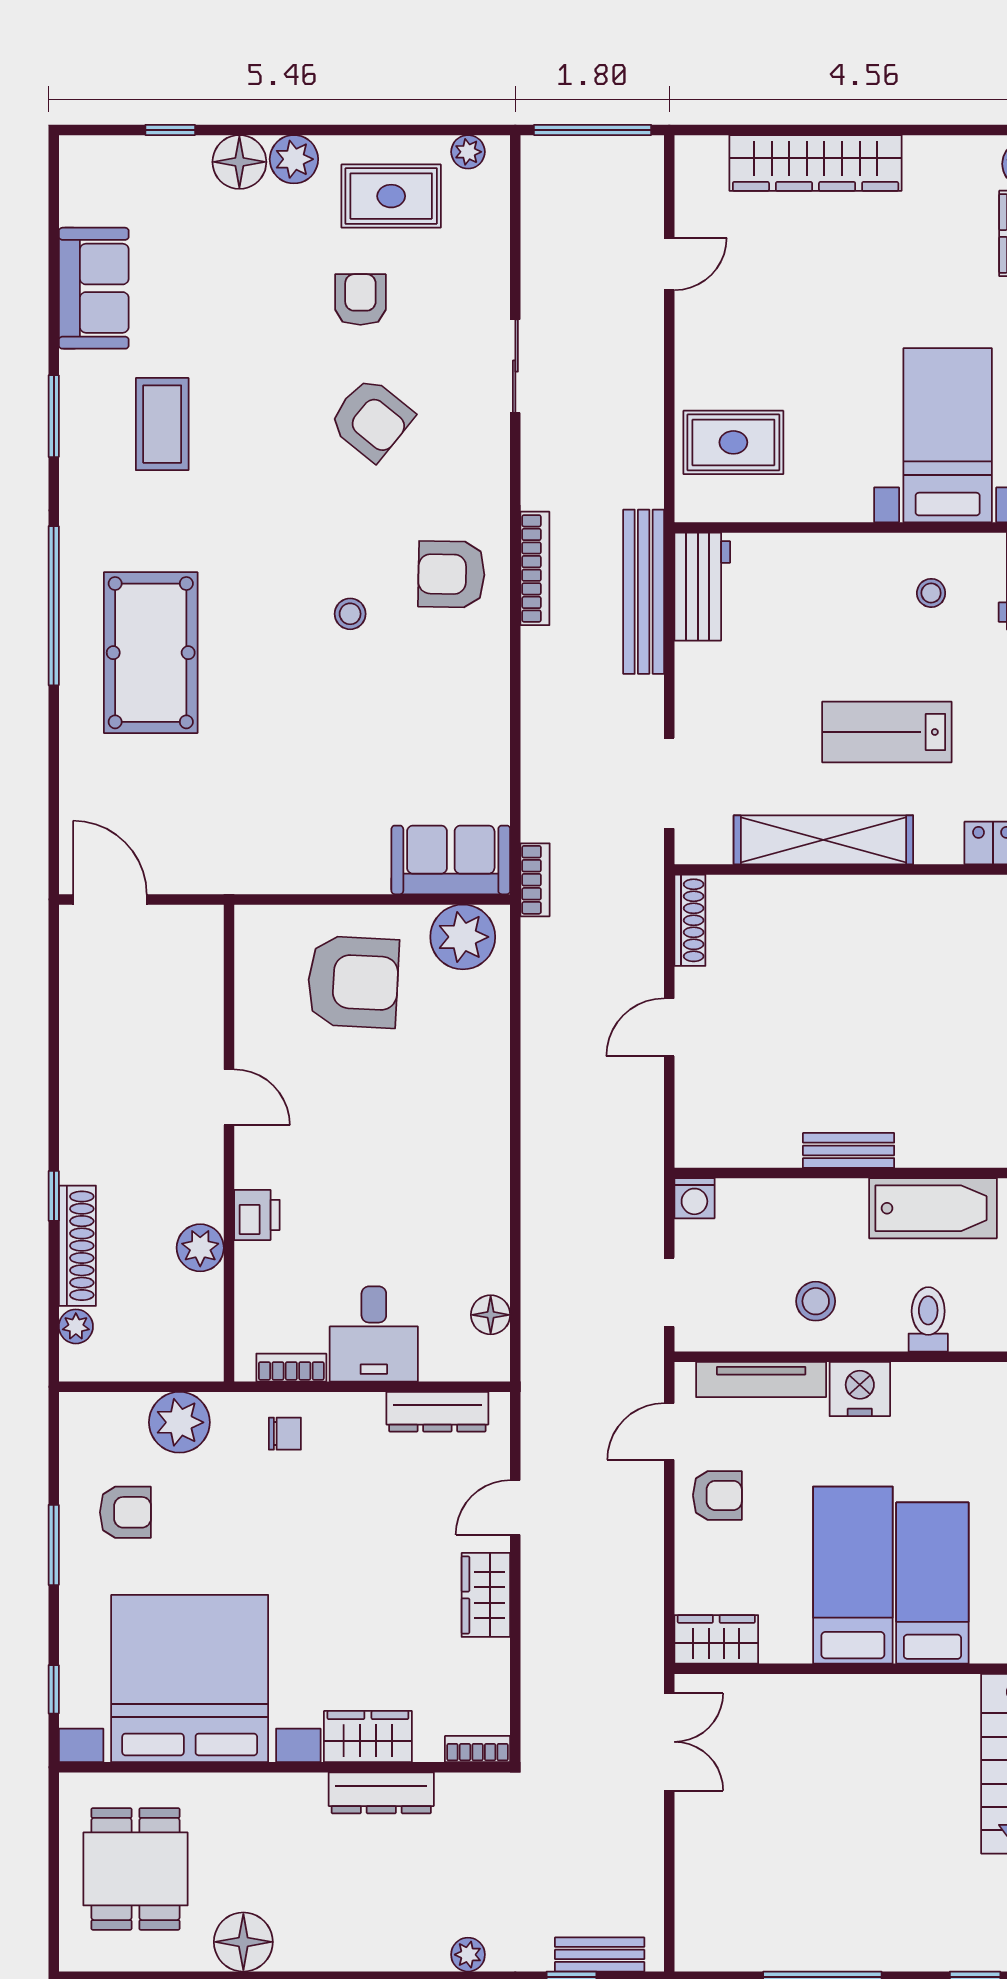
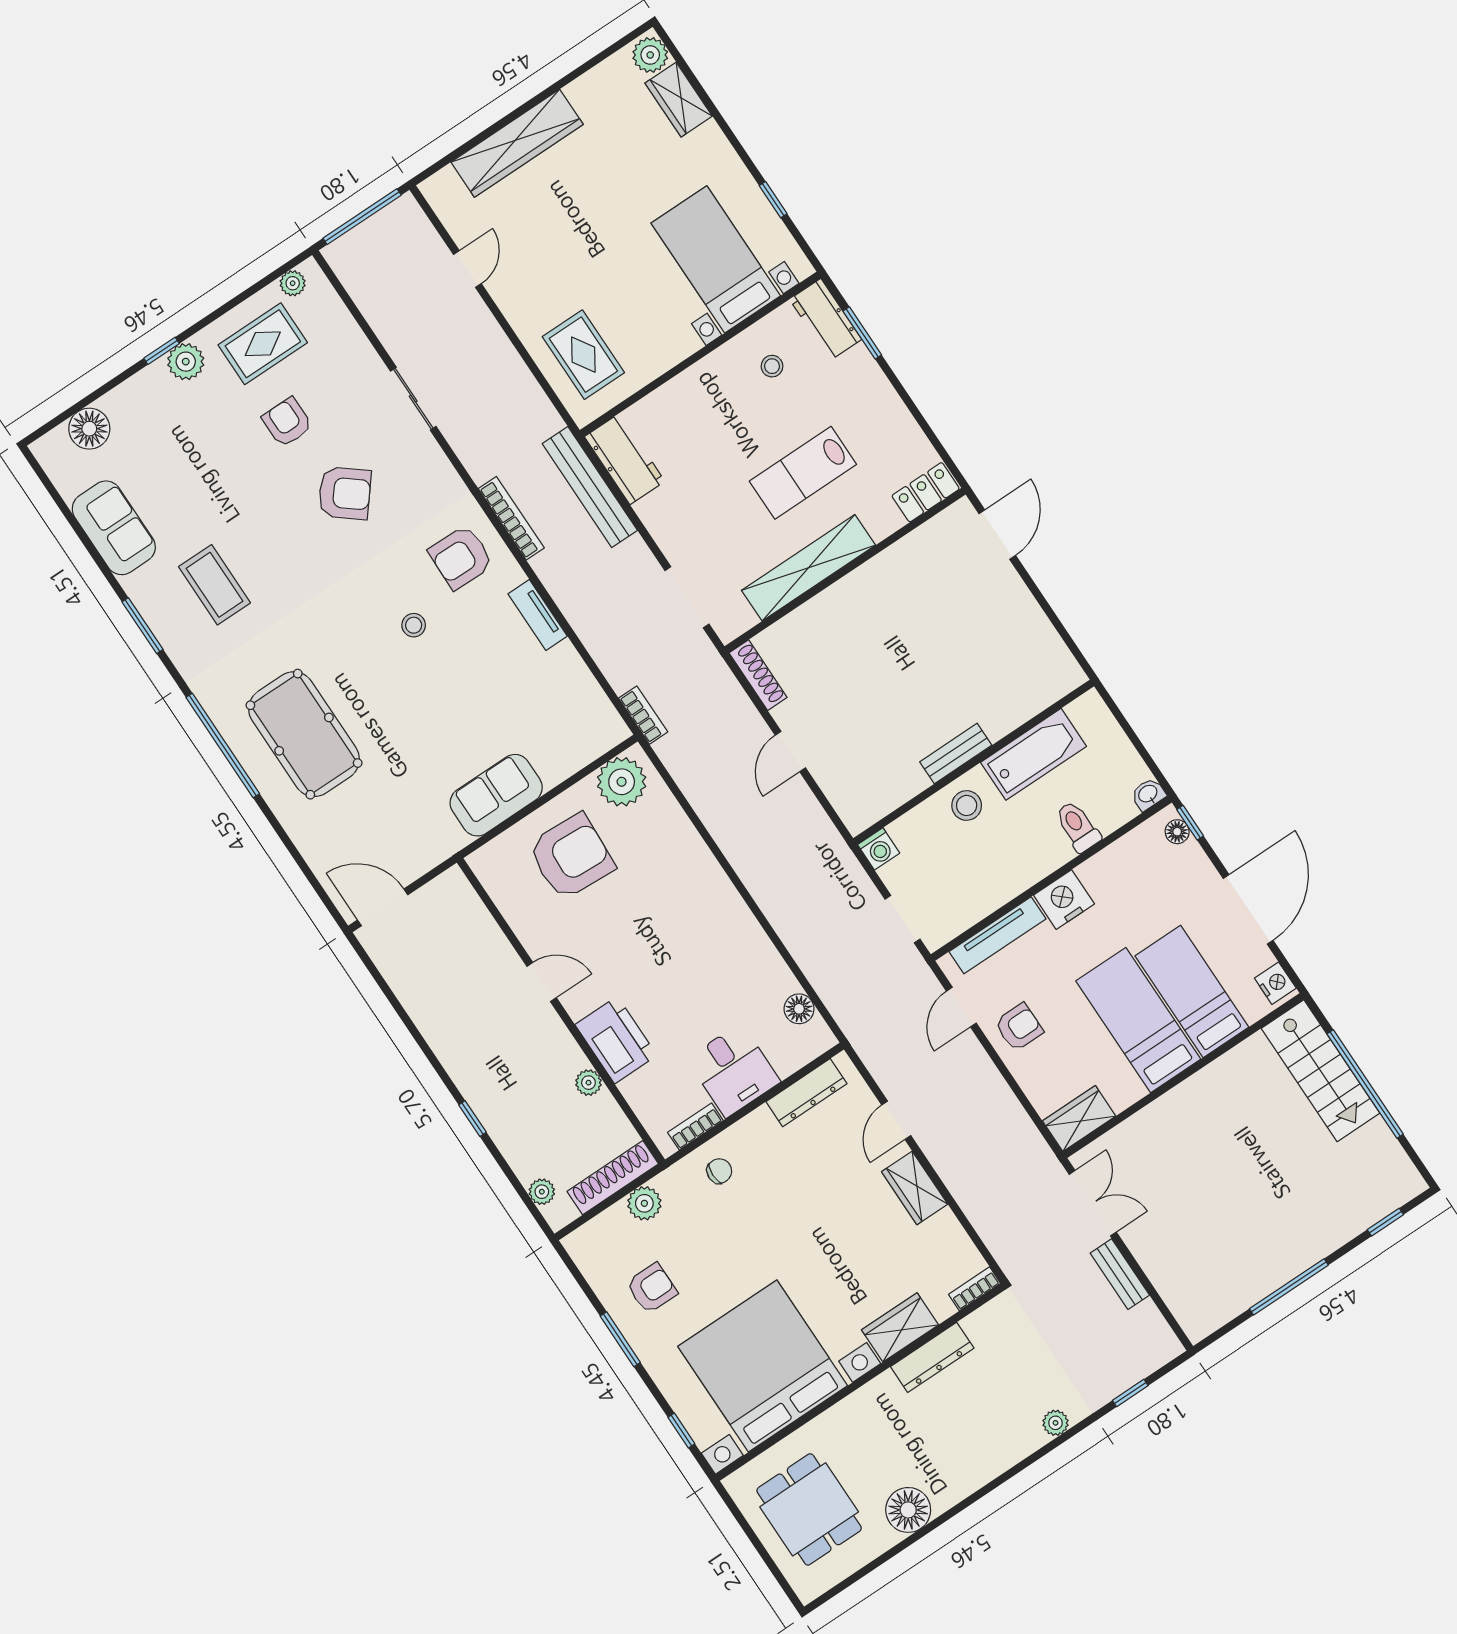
window: (170, 130) -> (162, 351), moved
floor lamp: (239, 162) -> (89, 429), moved
rug: (733, 442) -> (583, 355), turned 90
tv unit: (493, 693) -> (538, 615), added
sofa: (451, 860) -> (496, 795), moved
printer: (257, 1215) -> (616, 1040), width x1.87, depth x1.48
shoe rack: (77, 1246) -> (613, 1178), moved, turned -90
plant: (200, 1248) -> (588, 1083), width x0.73, depth x0.73
stool: (816, 1301) -> (967, 805), moved
plant: (179, 1422) -> (644, 1203), width x0.73, depth x0.73
bench: (600, 1954) -> (1120, 1274), moved, turned 90

